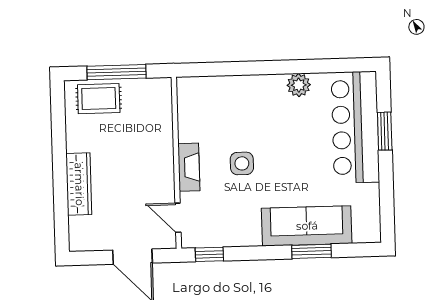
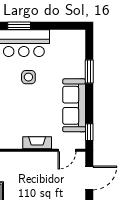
side table: (242, 163) -> (28, 77), moved
sofa: (307, 226) -> (74, 105), moved

